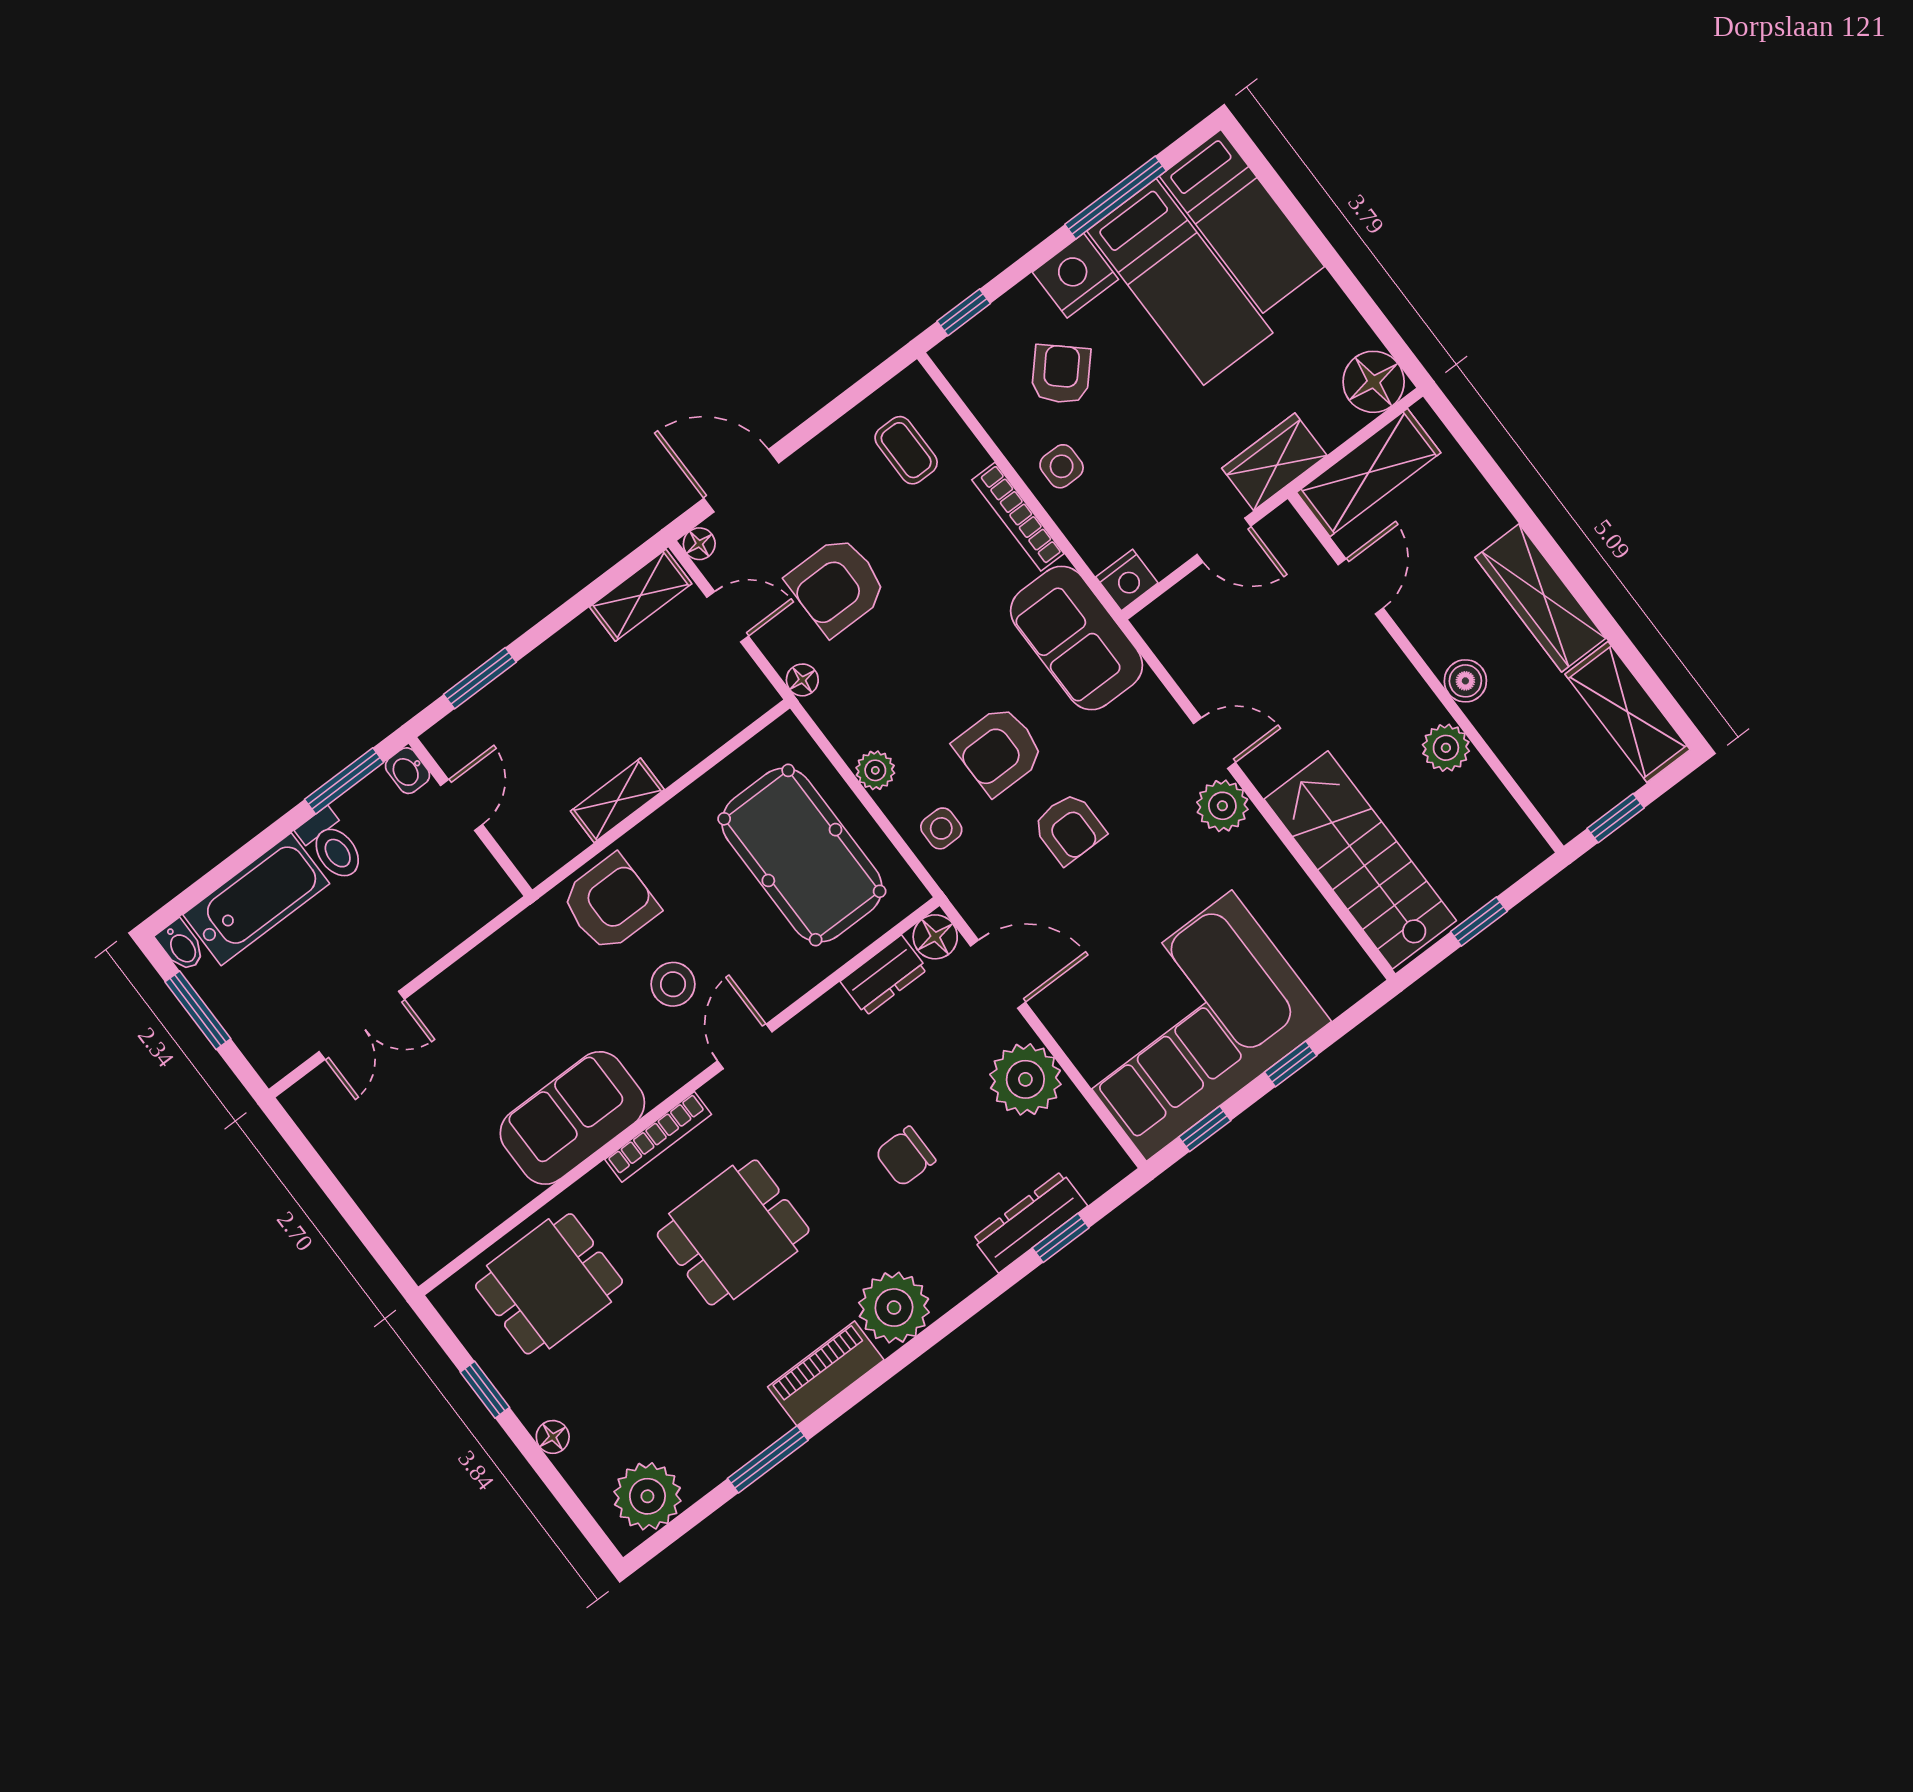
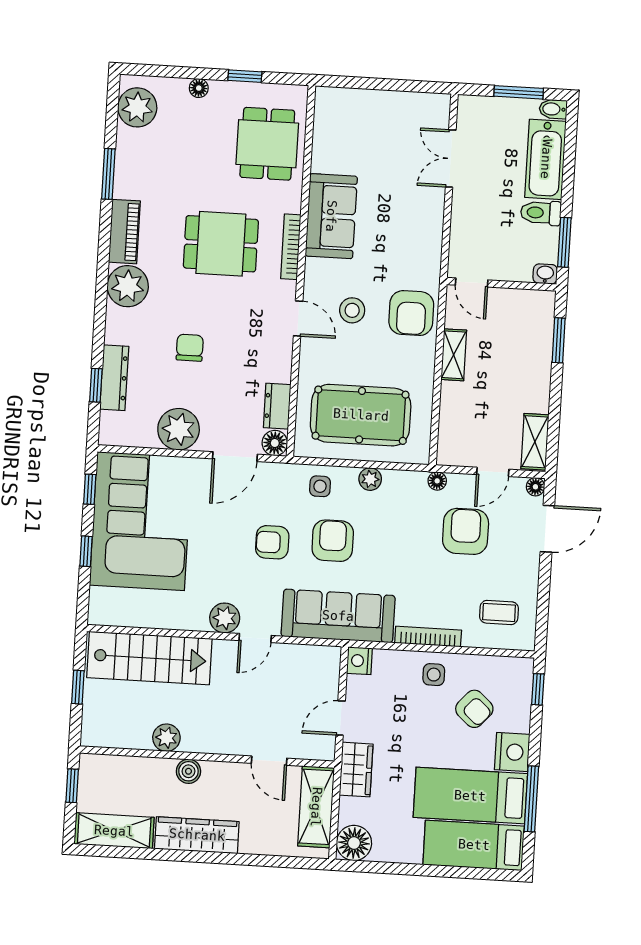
sofa: (1077, 638) -> (338, 616), width x1.36
door: (461, 805) -> (472, 282), moved
dining table: (733, 1232) -> (221, 244), turned 90

